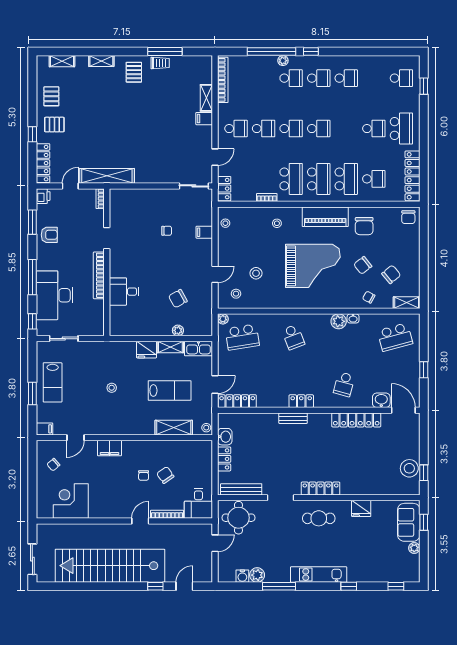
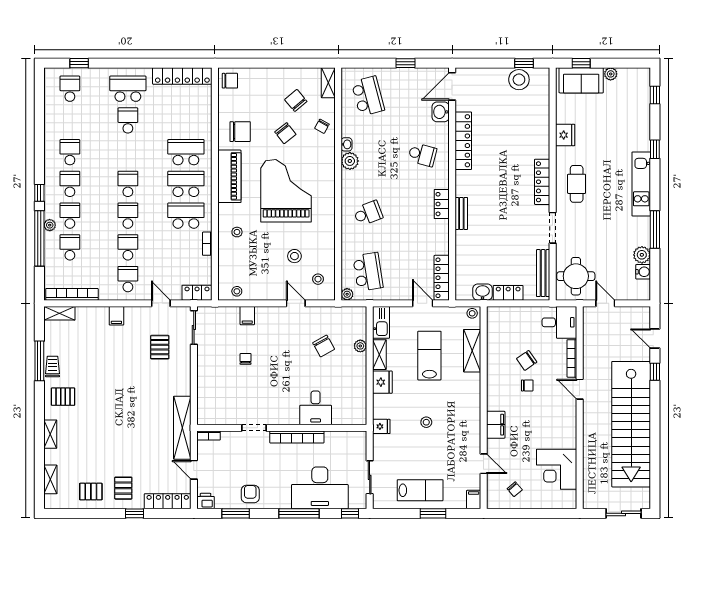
shelving: (206, 98) -> (59, 313), moved
pallet: (177, 156) -> (160, 347), added
school desk: (374, 179) -> (70, 247), moved
fridge: (108, 349) -> (381, 426), added

